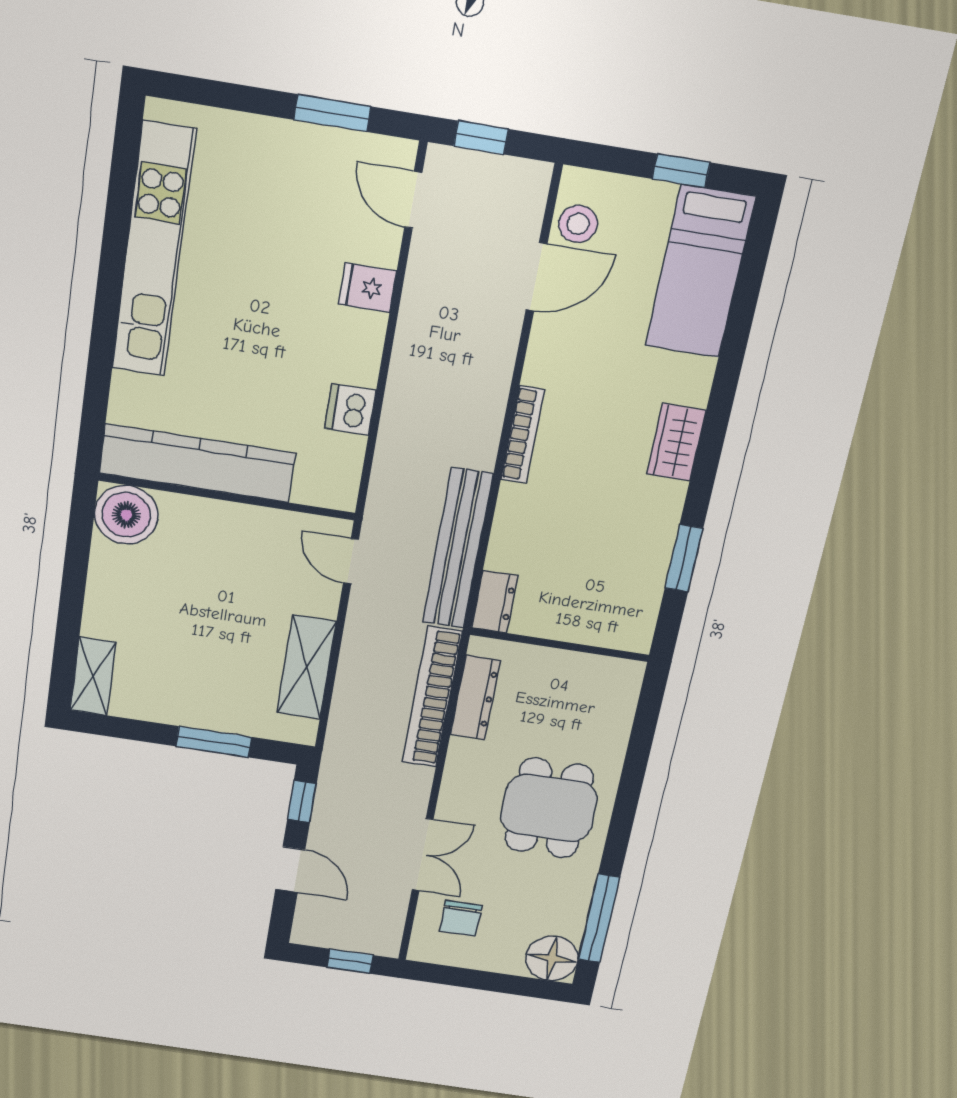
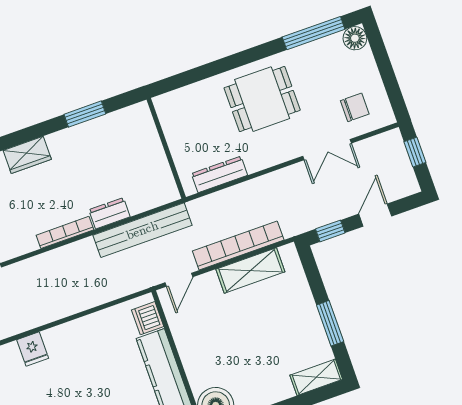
dishwasher: (350, 410) -> (148, 318), moved, turned 90
dresser: (495, 602) -> (109, 213), moved
bookcase: (432, 697) -> (238, 245), moved, turned 180
window: (214, 742) -> (330, 323), moved
double door: (423, 855) -> (327, 150), swing flipped
floor lamp: (552, 958) -> (355, 38), width x0.73, depth x0.73

